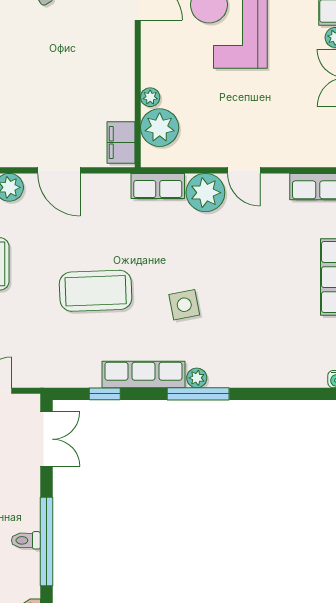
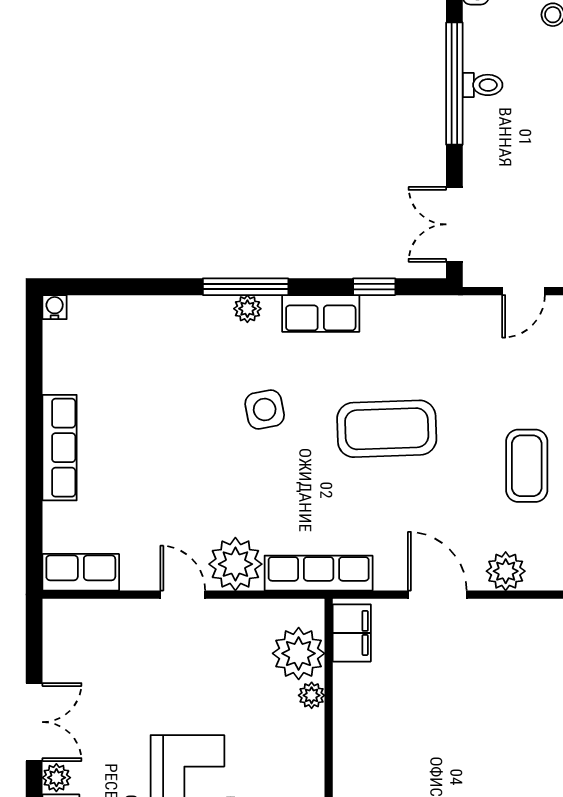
row of seats: (158, 186) -> (319, 573), width x1.48
row of seats: (143, 374) -> (321, 313), width x0.68

